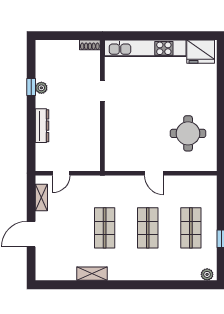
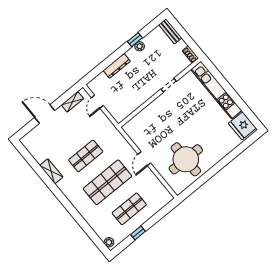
bench: (51, 46) -> (170, 31), added
round table: (188, 133) -> (186, 159), width x1.36, depth x1.36
door: (61, 173) -> (97, 102), hinge flipped
shop shelf: (148, 228) -> (107, 182), width x1.43, depth x1.36

